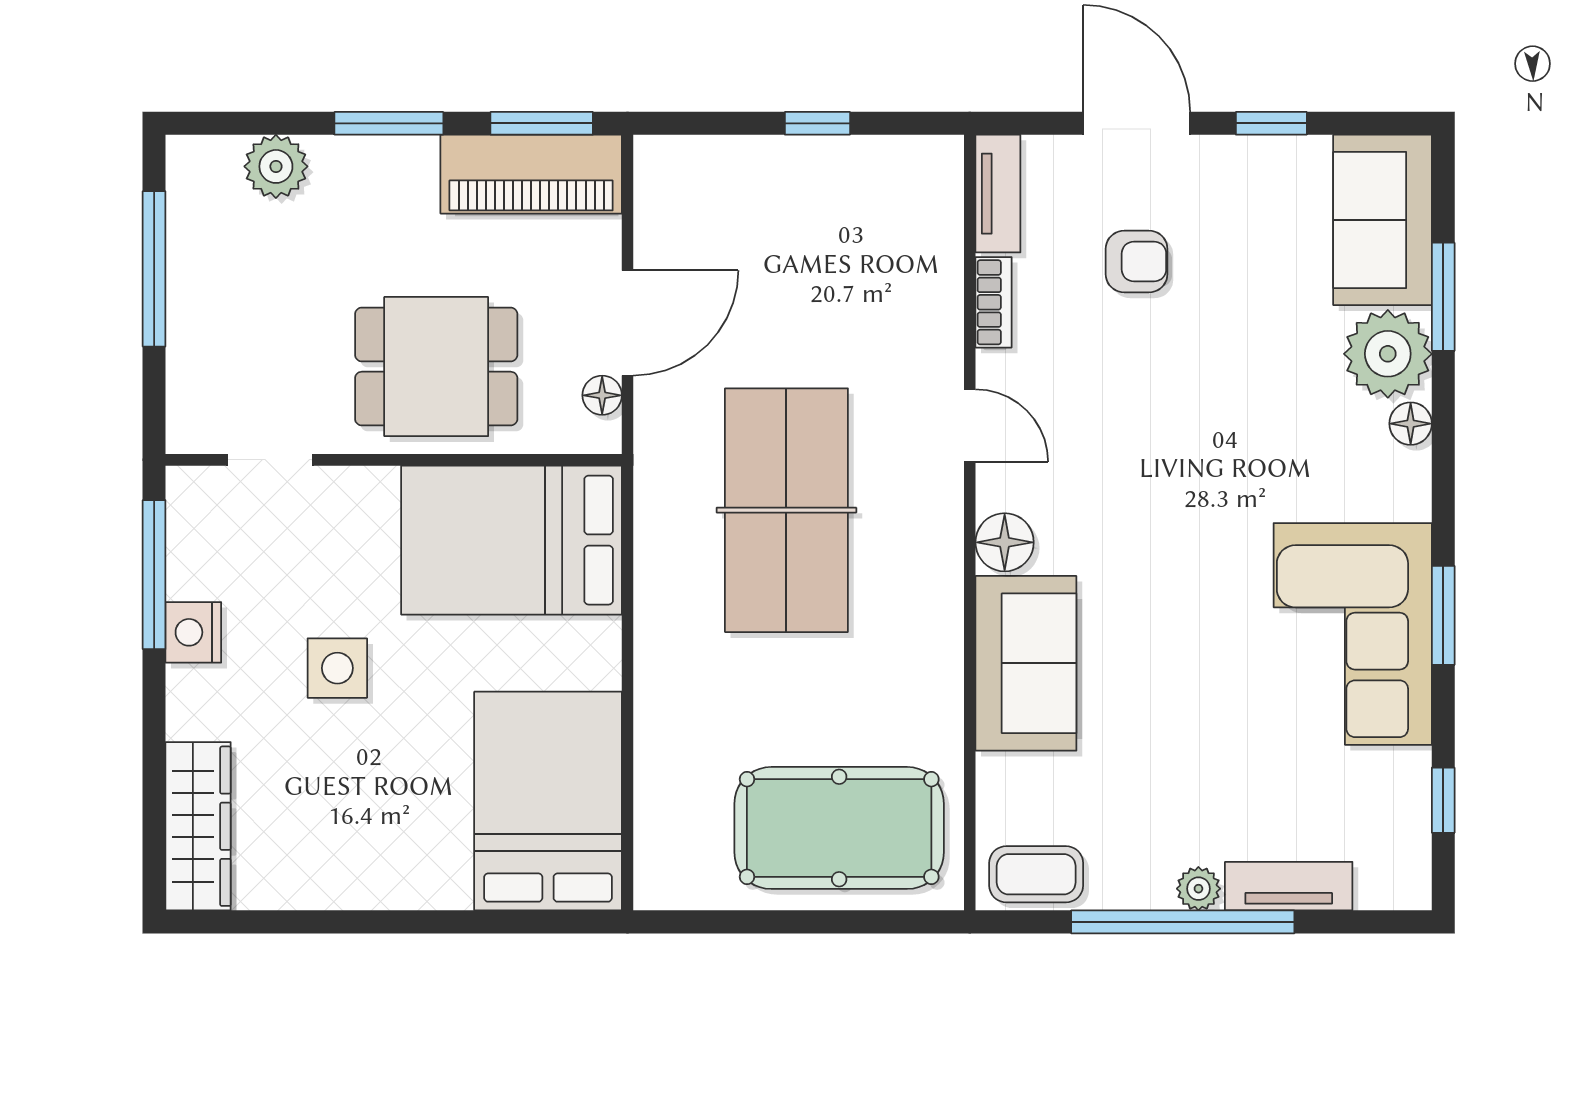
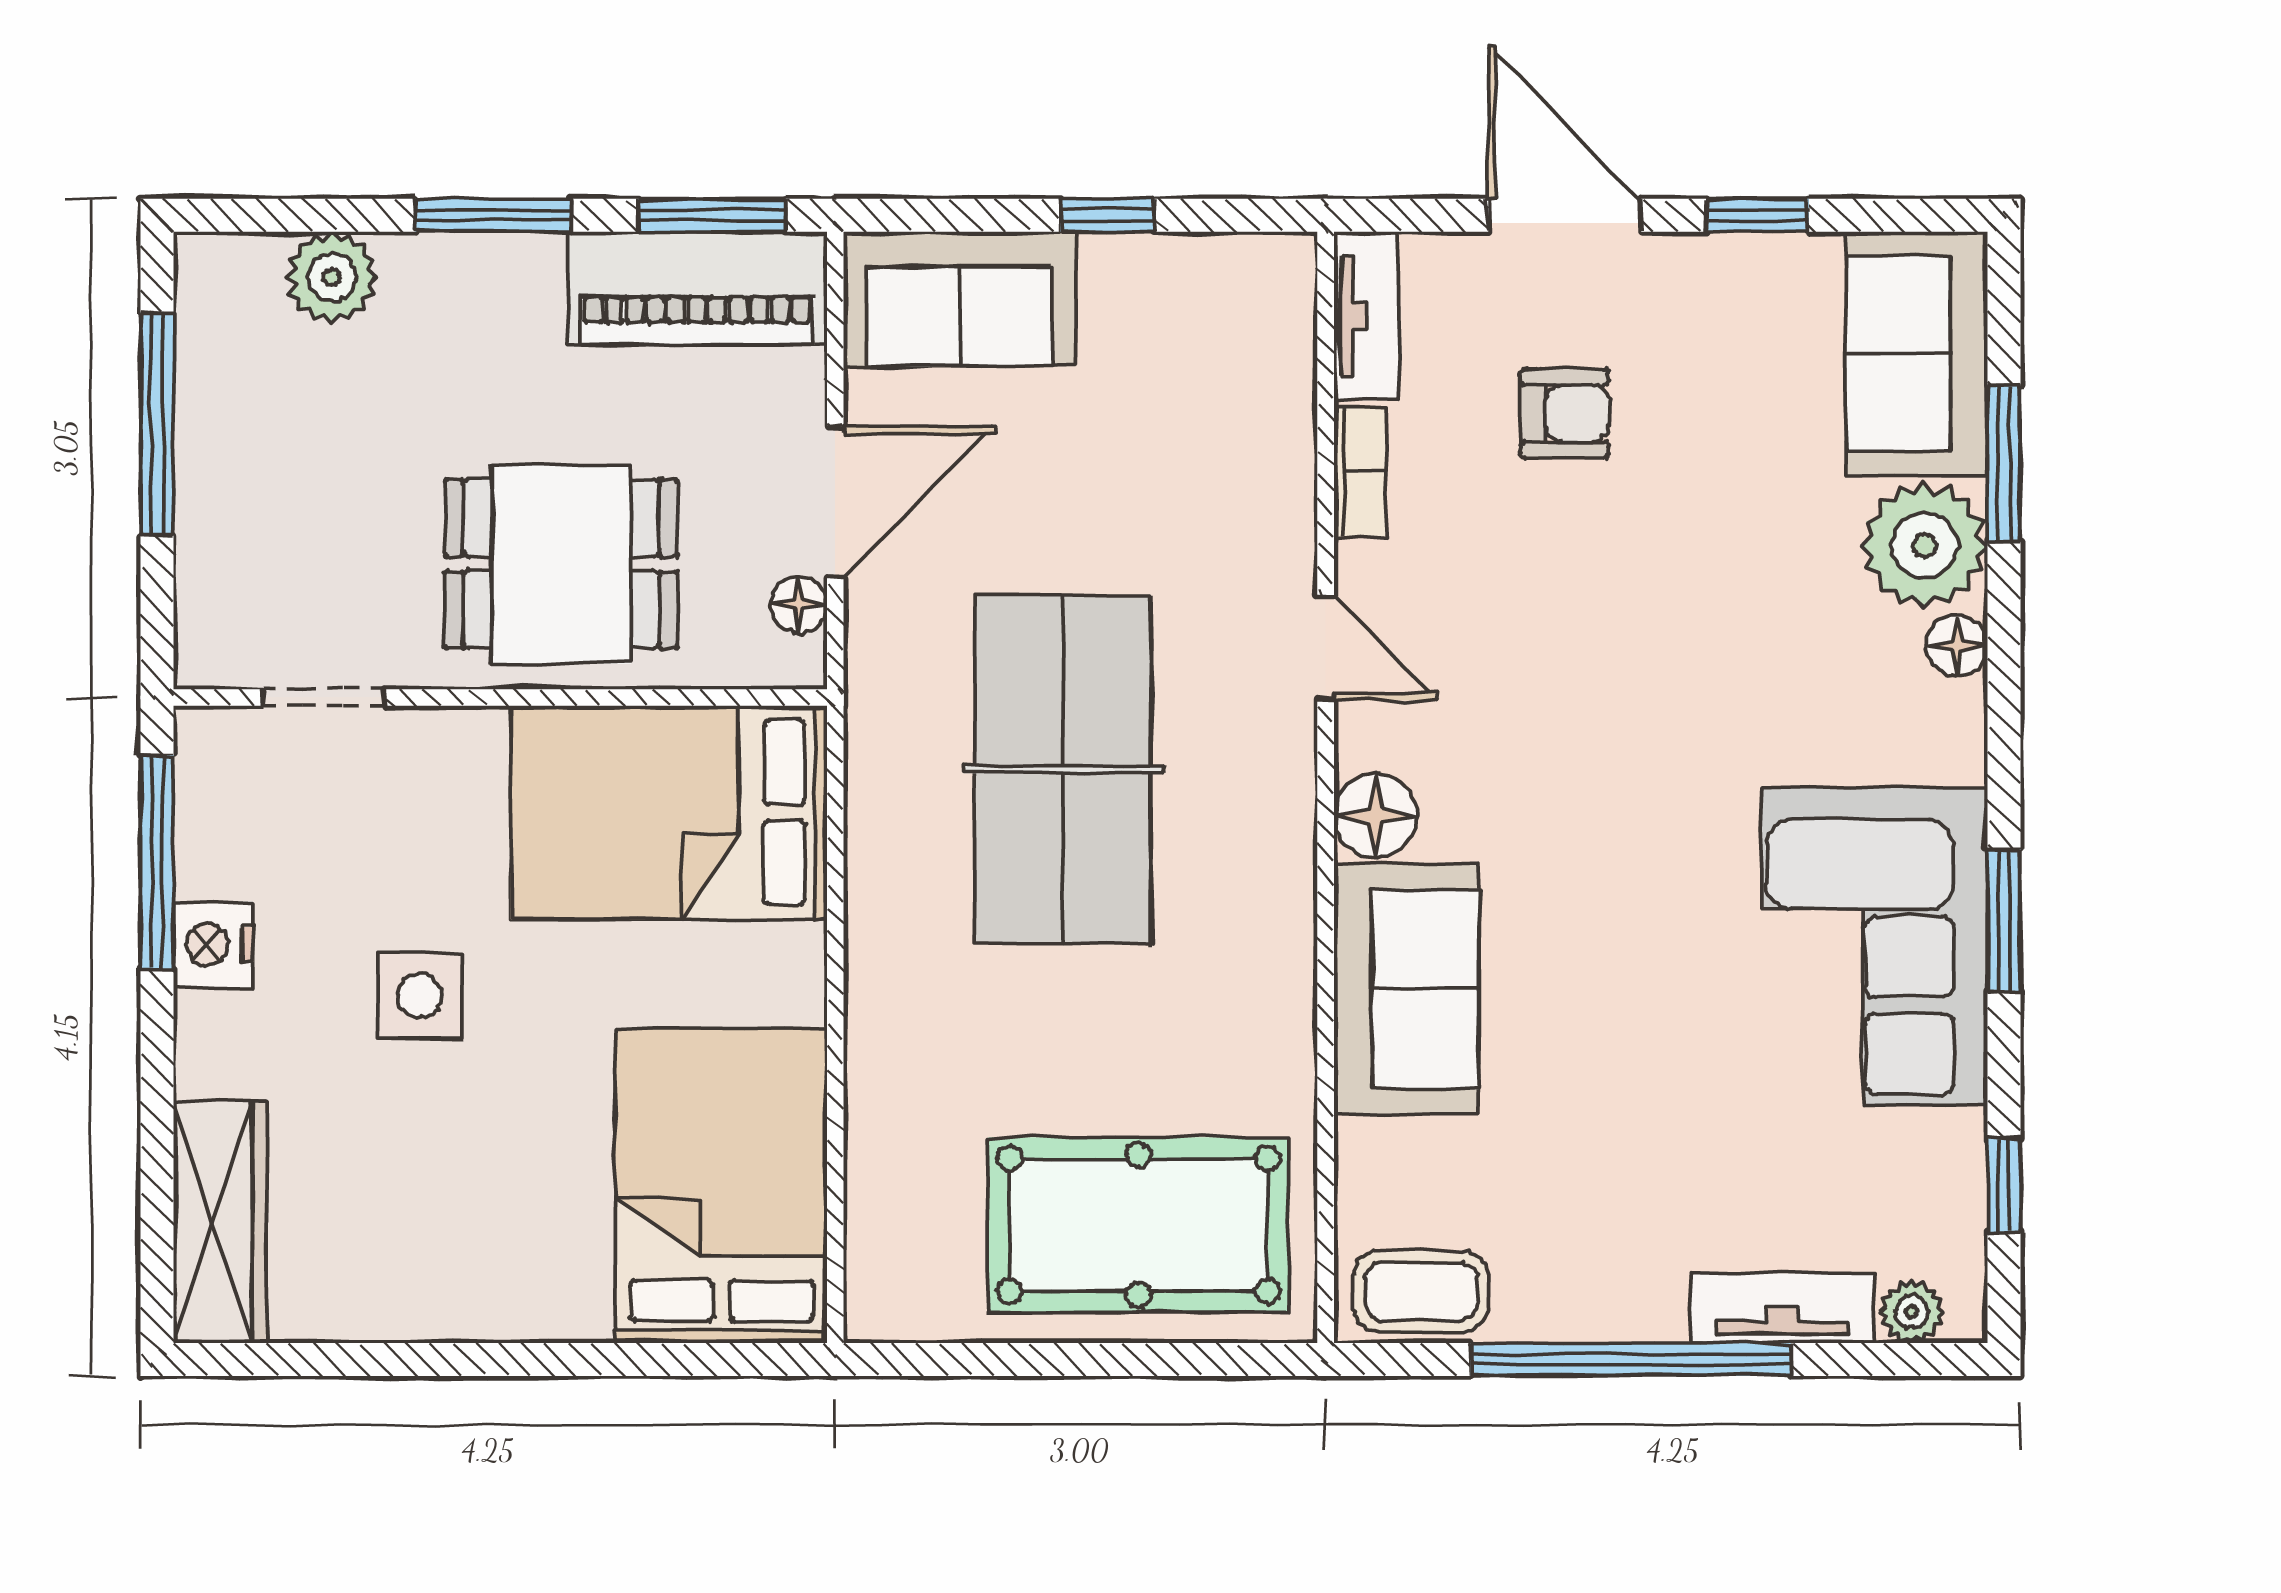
sofa: (714, 182) -> (960, 299), added
plant: (1198, 889) -> (1912, 1312), moved

